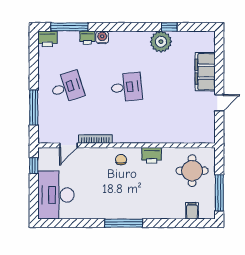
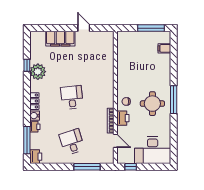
locker: (122, 37) -> (34, 101), added
printer: (152, 155) -> (123, 118), moved
round table: (192, 171) -> (152, 104), moved

